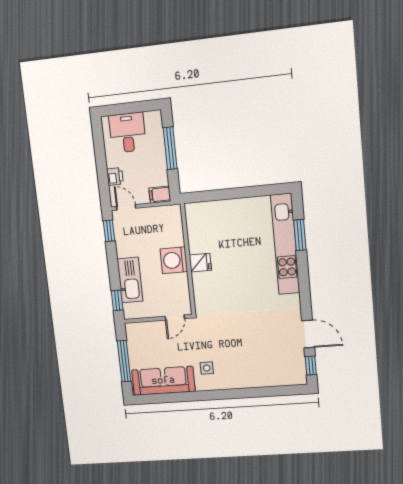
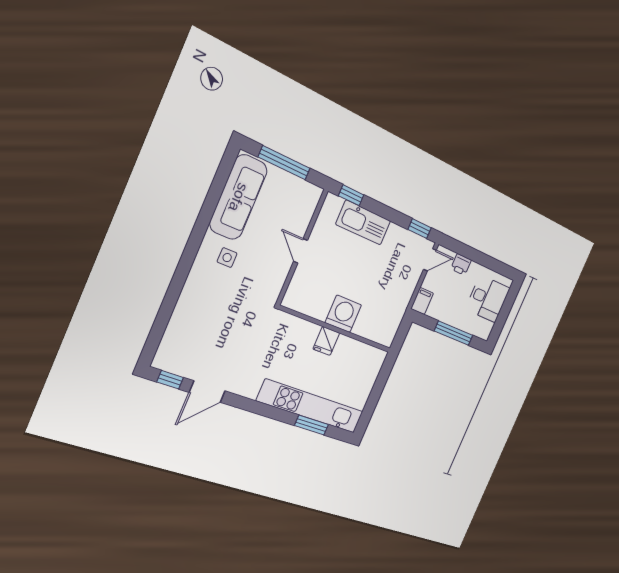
wall: (188, 259) -> (336, 329), moved
washing machine: (174, 260) -> (343, 314), moved
fridge: (200, 263) -> (326, 341), moved

